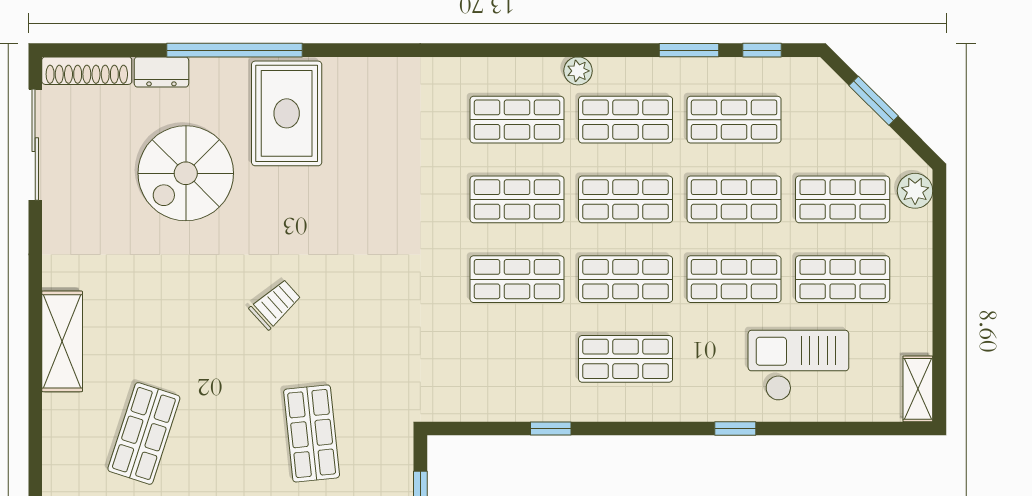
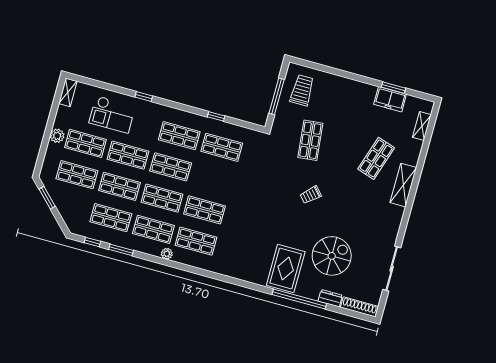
window: (874, 101) -> (47, 198), moved
sliding door: (35, 145) -> (392, 269), moved
plant: (915, 191) -> (57, 136), moved
shop shelf: (517, 279) -> (222, 147), moved
shelving: (62, 341) -> (403, 185), moved

